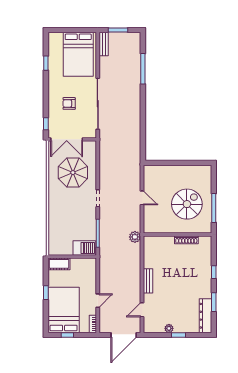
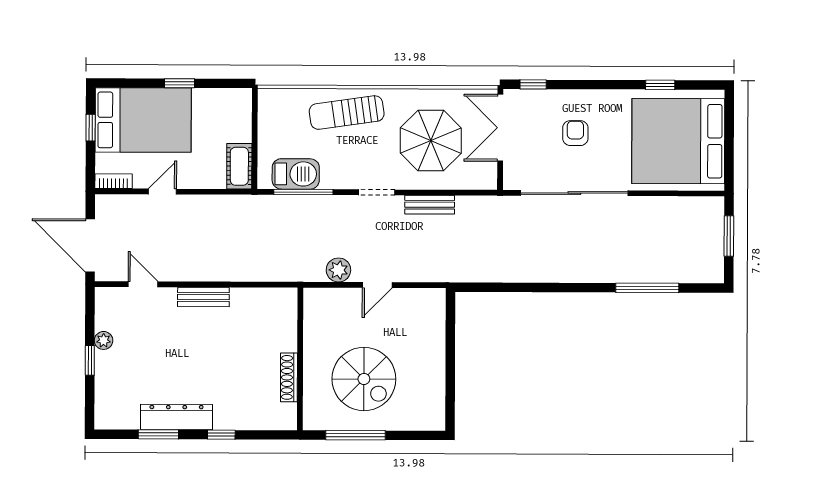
bench: (104, 44) -> (430, 205), moved
bed: (78, 54) -> (678, 141), width x1.36
sun lounger: (60, 213) -> (347, 113), added
plant: (135, 237) -> (338, 270), moved
barbecue: (84, 248) -> (296, 174), moved, turned -90
cot: (59, 264) -> (239, 166), moved
door: (98, 301) -> (162, 192), swing flipped
dresser: (205, 316) -> (176, 417), moved

